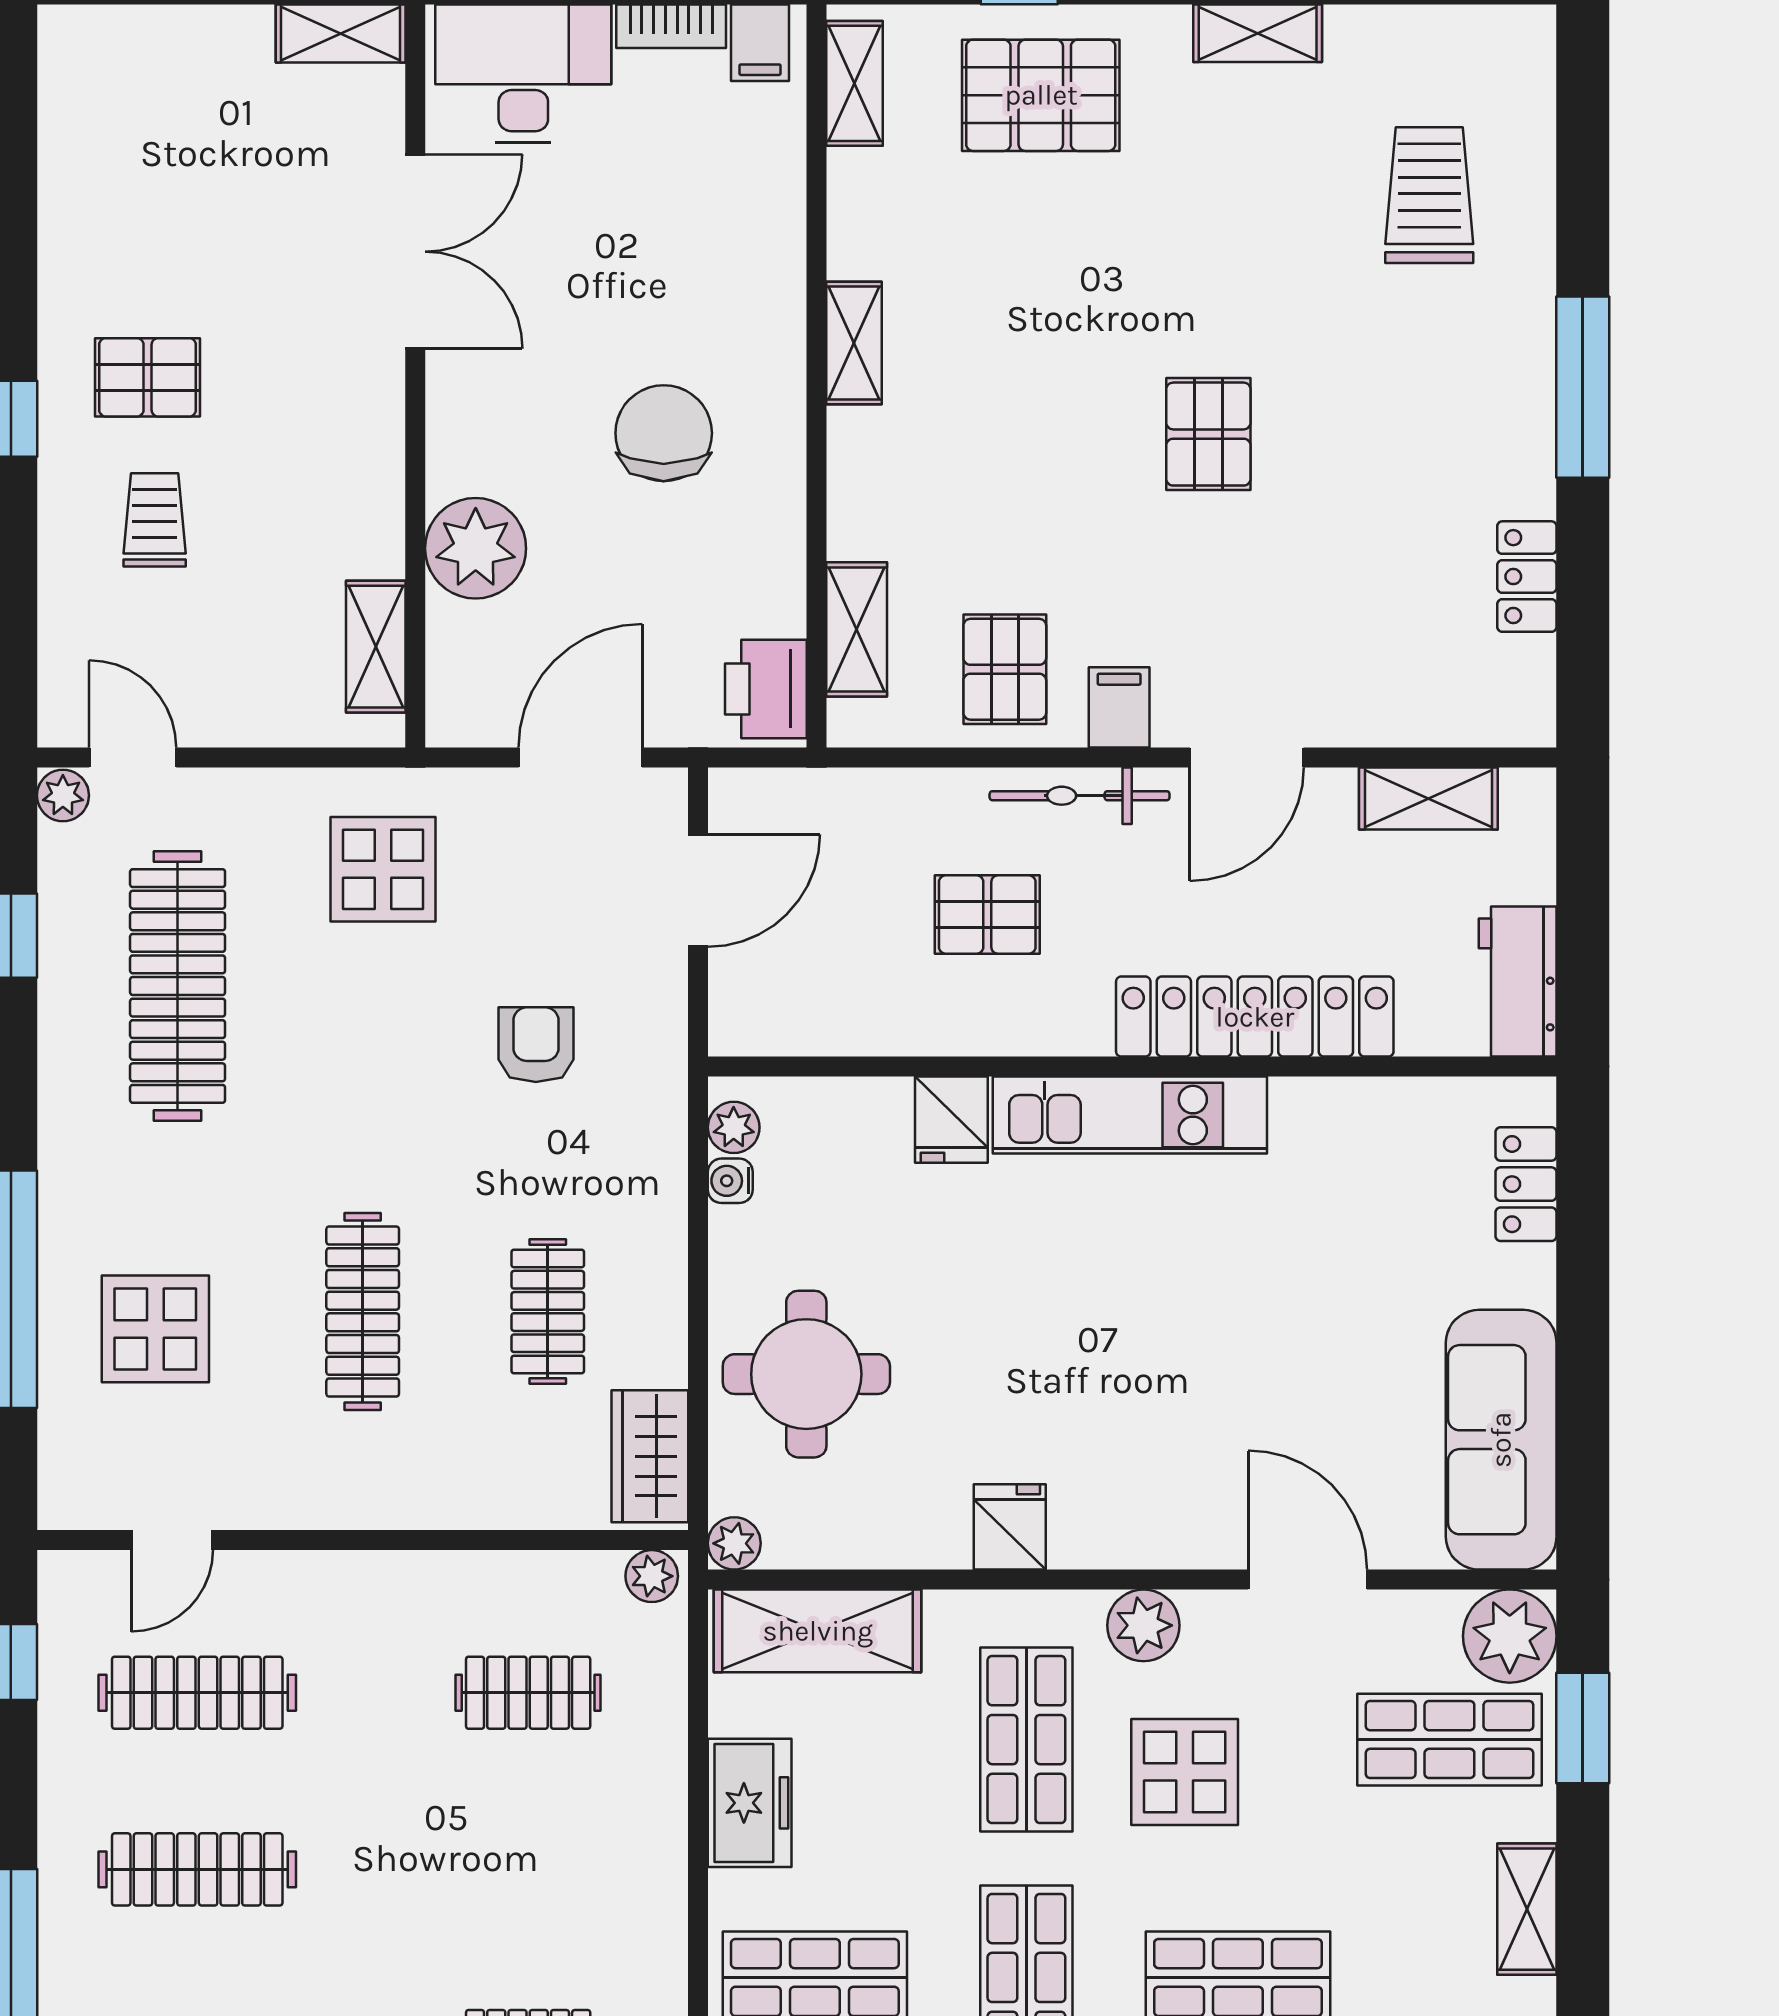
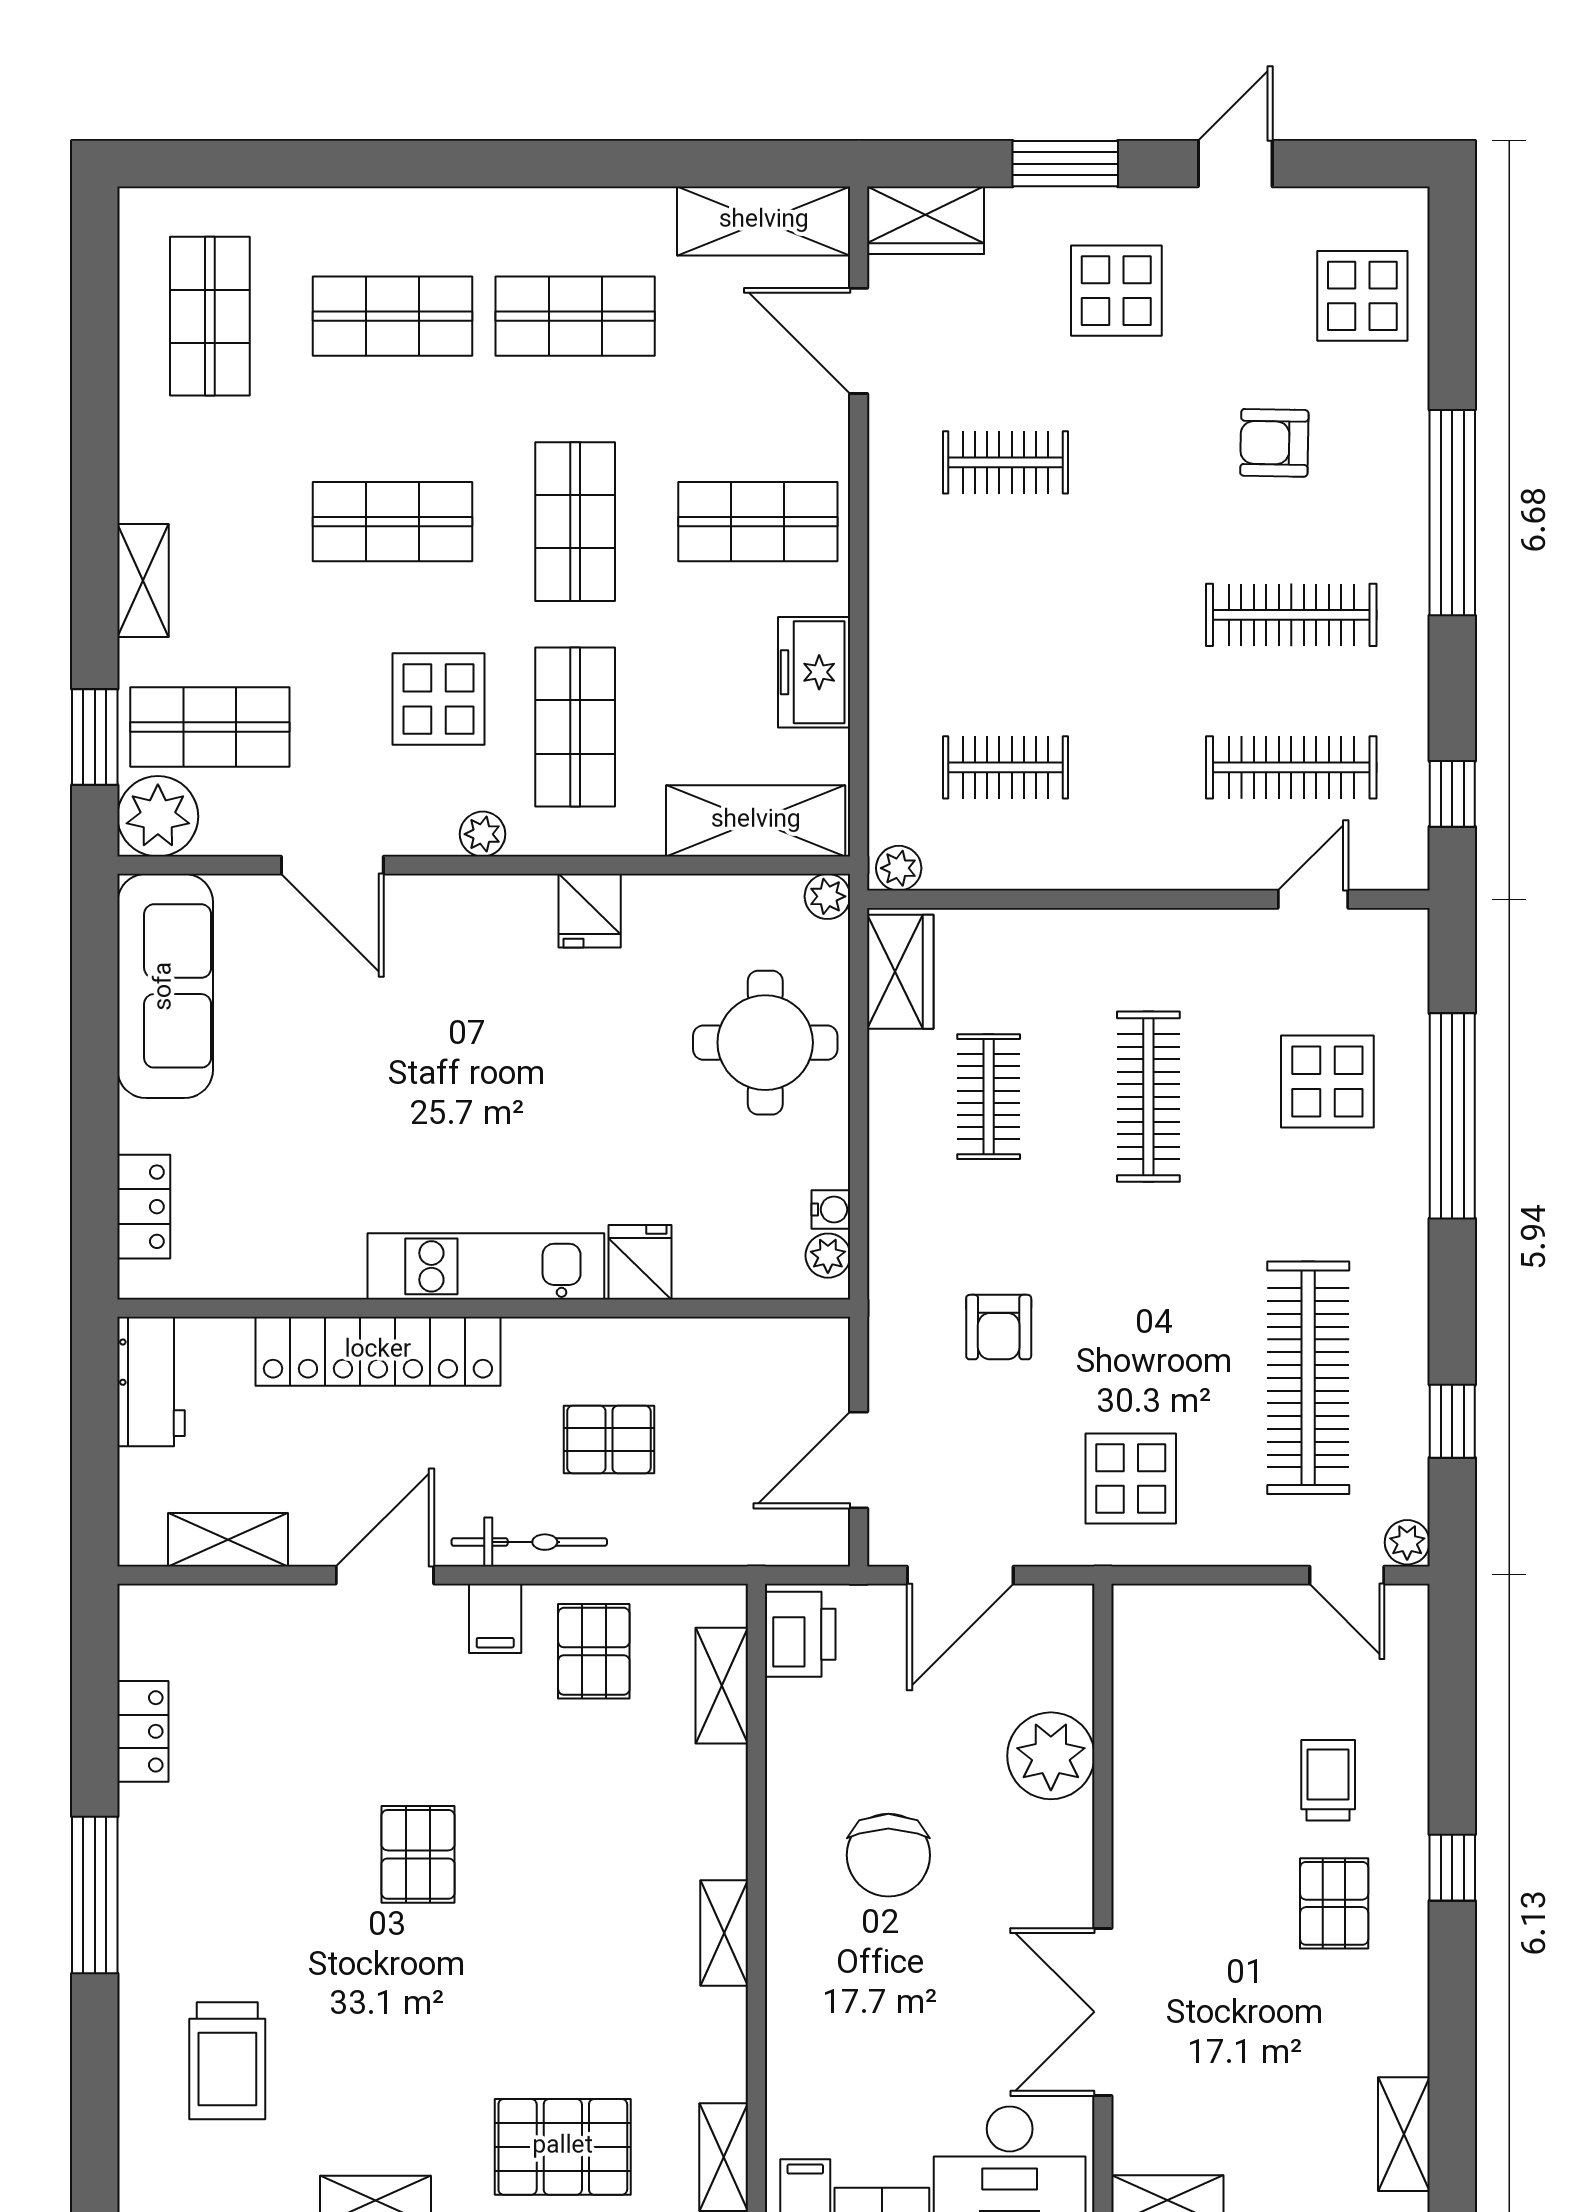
pallet: (148, 377) -> (1334, 1903), turned 90
trolley: (155, 520) -> (1328, 1780), turned 180
shelving: (376, 647) -> (1404, 2134), moved
plant: (1143, 1625) -> (483, 834), width x0.73, depth x0.73

